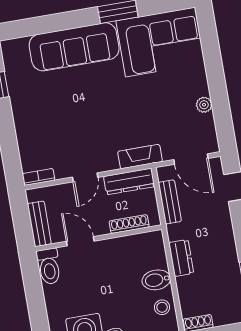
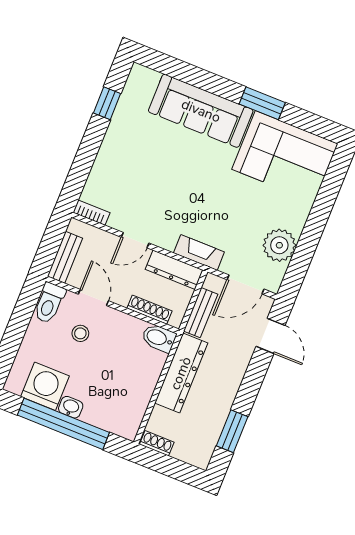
plant: (204, 105) -> (279, 245), width x1.88, depth x1.88
door: (191, 159) -> (245, 284), hinge flipped
dresser: (181, 258) -> (181, 373), width x1.96, depth x1.24
bidet: (156, 280) -> (159, 338), moved
stool: (162, 307) -> (80, 333), moved

